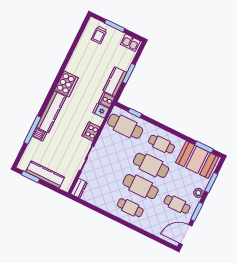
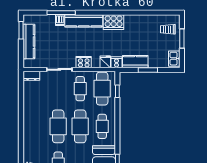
cafe table: (130, 208) -> (80, 89), moved

